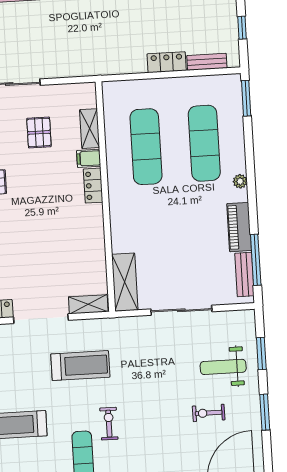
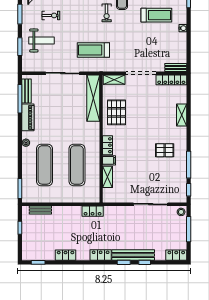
locker: (167, 62) -> (93, 211), moved
pallet: (39, 132) -> (116, 112), moved, width x1.50, depth x1.42
shelving: (125, 282) -> (93, 98), width x1.47
treadmill: (80, 366) -> (93, 50), moved

